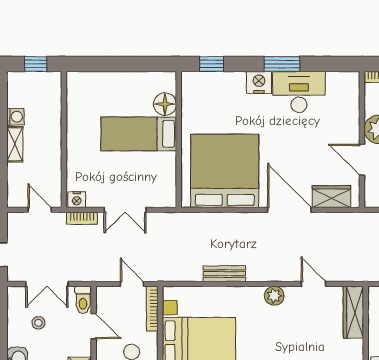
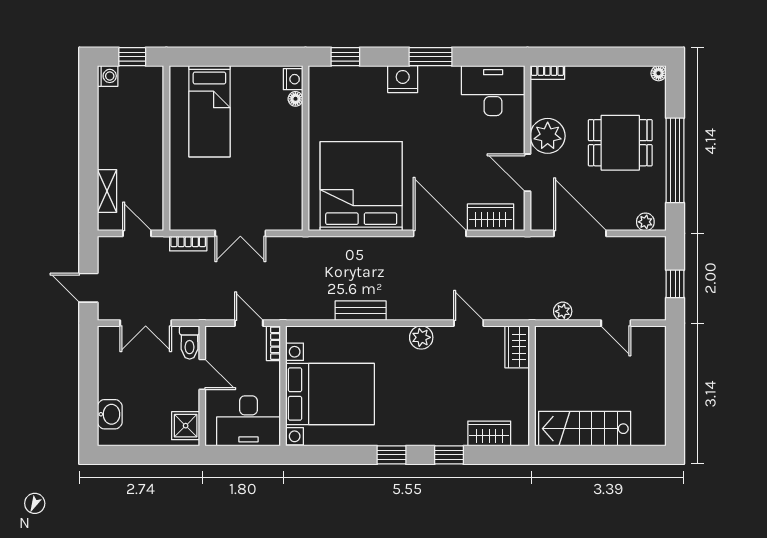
desk: (299, 92) -> (493, 91), moved
floor lamp: (165, 104) -> (295, 99), width x0.53, depth x0.53
washing machine: (15, 117) -> (108, 76), moved
bed: (139, 134) -> (209, 111), moved, turned -90
shelving: (15, 144) -> (107, 191), moved
nightstand: (77, 200) -> (293, 79), moved, turned -90
bookcase: (152, 309) -> (273, 343), width x0.64
wardrobe: (353, 312) -> (517, 347), width x0.67
stool: (39, 323) -> (136, 370), removed

